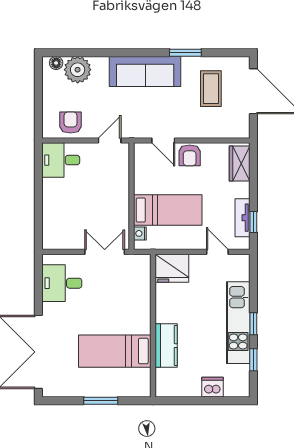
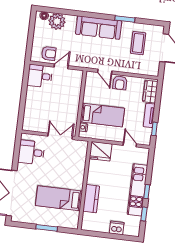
armchair: (71, 122) -> (49, 54), turned 90
door: (110, 140) -> (61, 66), moved
tv unit: (242, 218) -> (149, 115), moved

